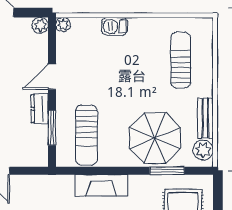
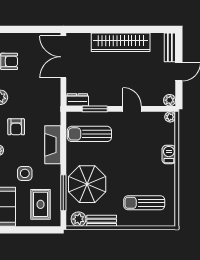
sun lounger: (181, 60) -> (144, 203), turned 180
dresser: (40, 109) -> (77, 100), moved
window: (167, 171) -> (63, 193), width x1.44

